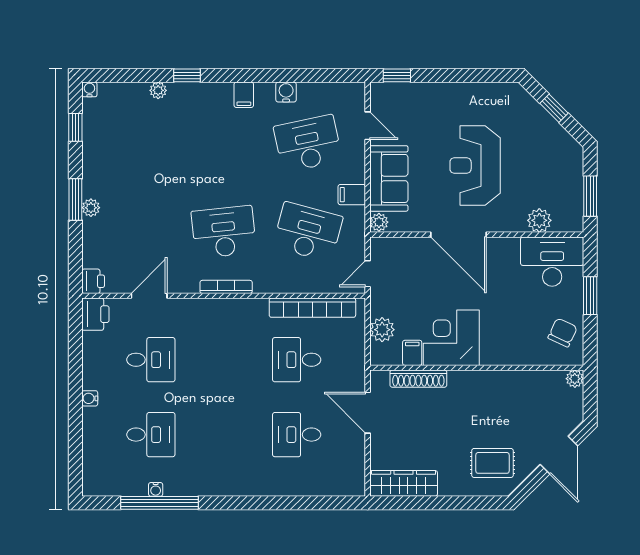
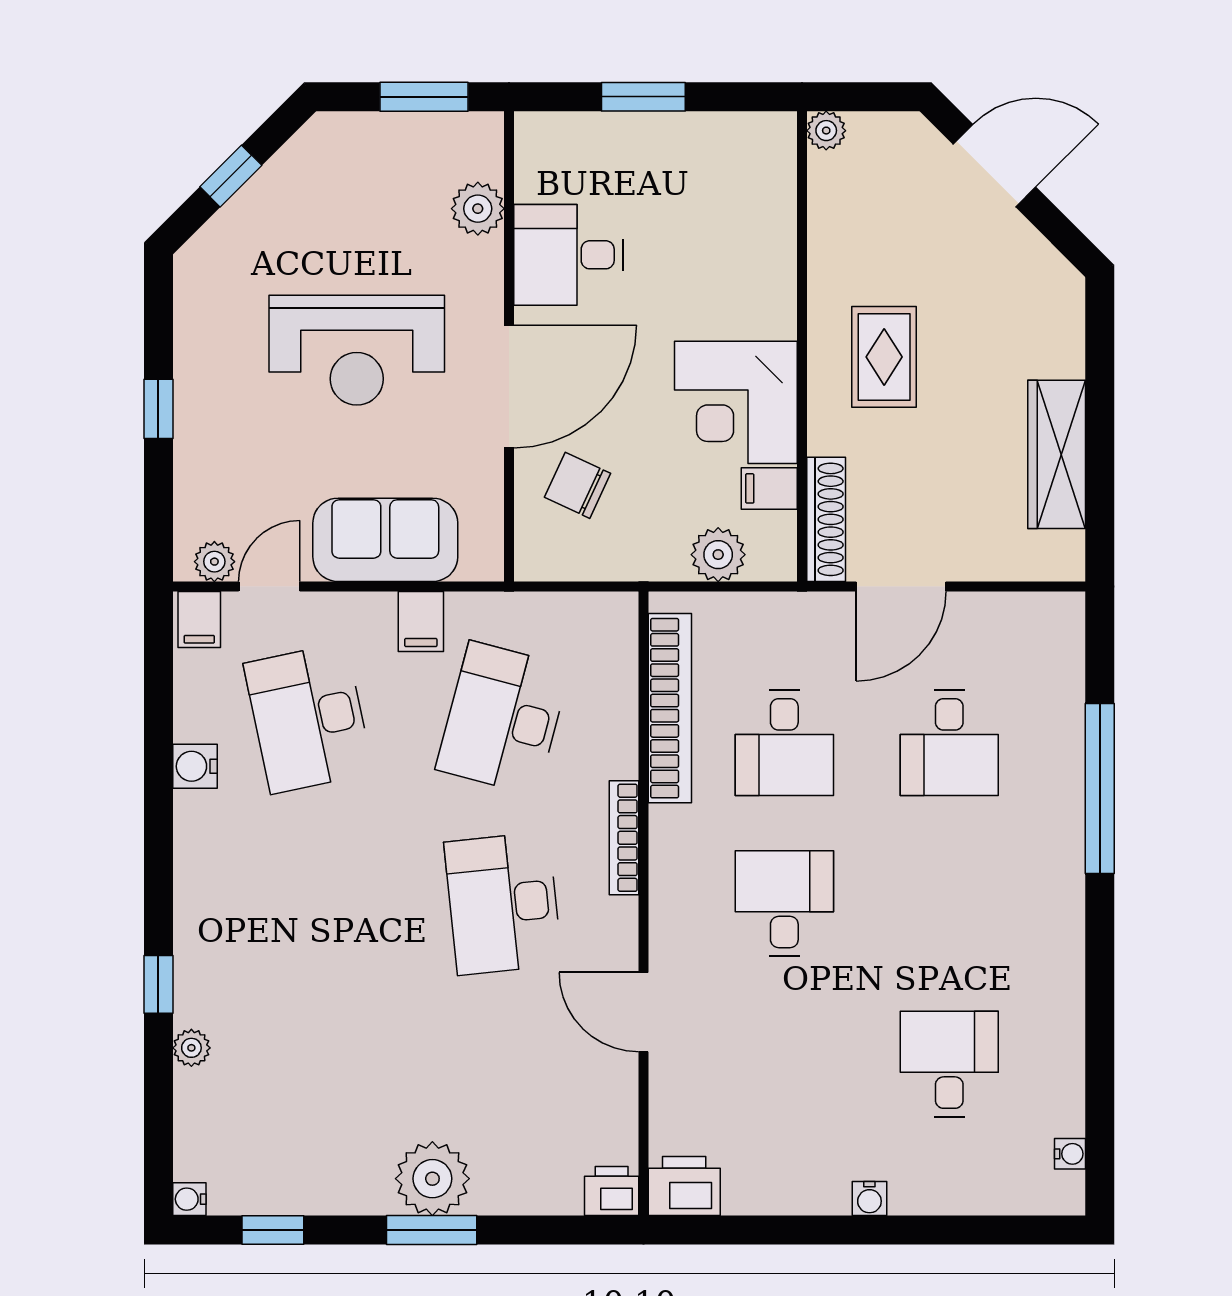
window: (397, 75) -> (158, 409), moved
filing cabinet: (244, 95) -> (199, 620), moved, turned 90
plant: (91, 208) -> (432, 1179), width x1.87, depth x1.87
plant: (379, 222) -> (214, 562), moved
desk: (552, 262) -> (568, 255), moved, width x0.73
door: (368, 274) -> (595, 587), removed
bookcase: (226, 287) -> (624, 838), moved
door: (149, 296) -> (643, 1012), moved
chair: (563, 333) -> (578, 485), moved
desk: (151, 360) -> (784, 903), moved
shoe rack: (418, 379) -> (826, 519), moved
rug: (492, 463) -> (884, 357), moved
wardrobe: (404, 483) -> (1057, 454), moved
water cooler: (156, 489) -> (1070, 1154), moved
window: (159, 503) -> (1100, 788), moved

